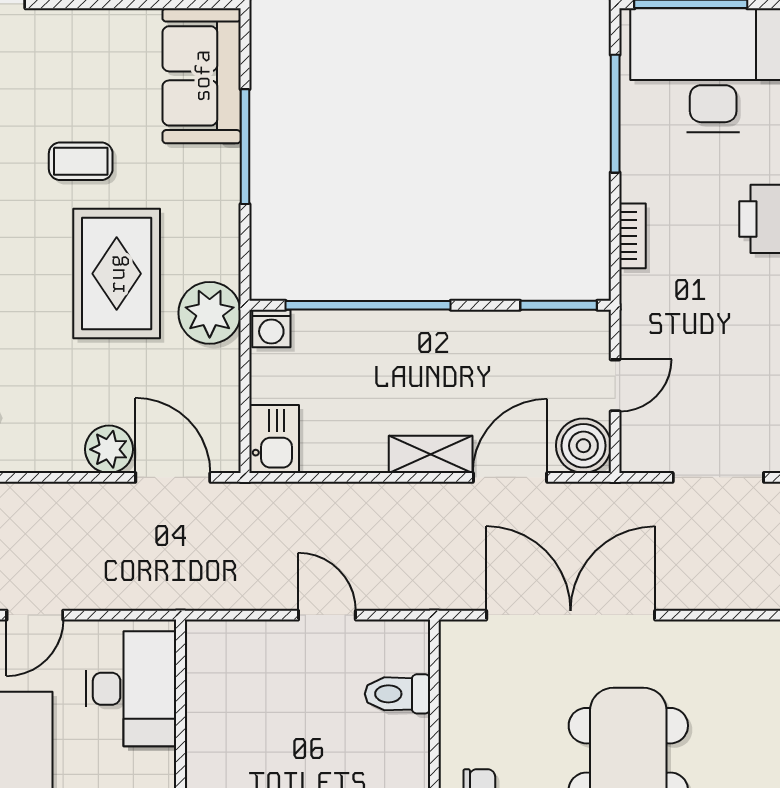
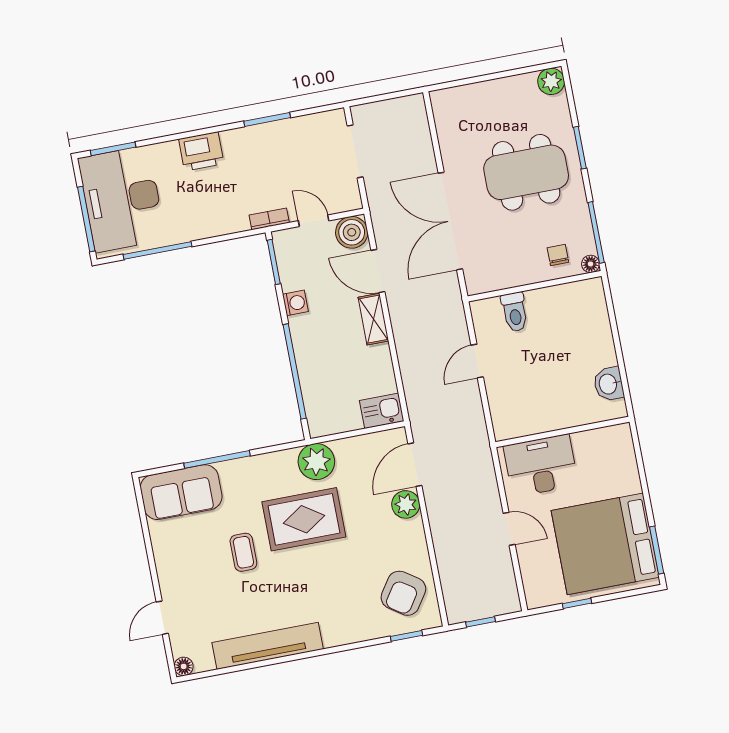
bookcase: (632, 236) -> (269, 219), moved
washing machine: (271, 328) -> (295, 303), moved

